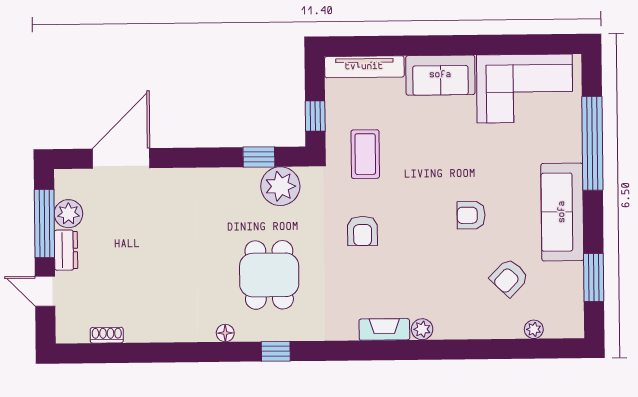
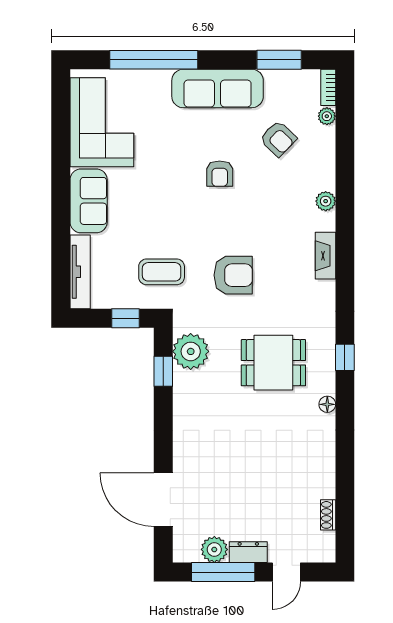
armchair: (363, 231) -> (233, 275), width x1.38, depth x1.38
plant: (422, 329) -> (326, 201), moved
bookcase: (565, 330) -> (328, 87), added

